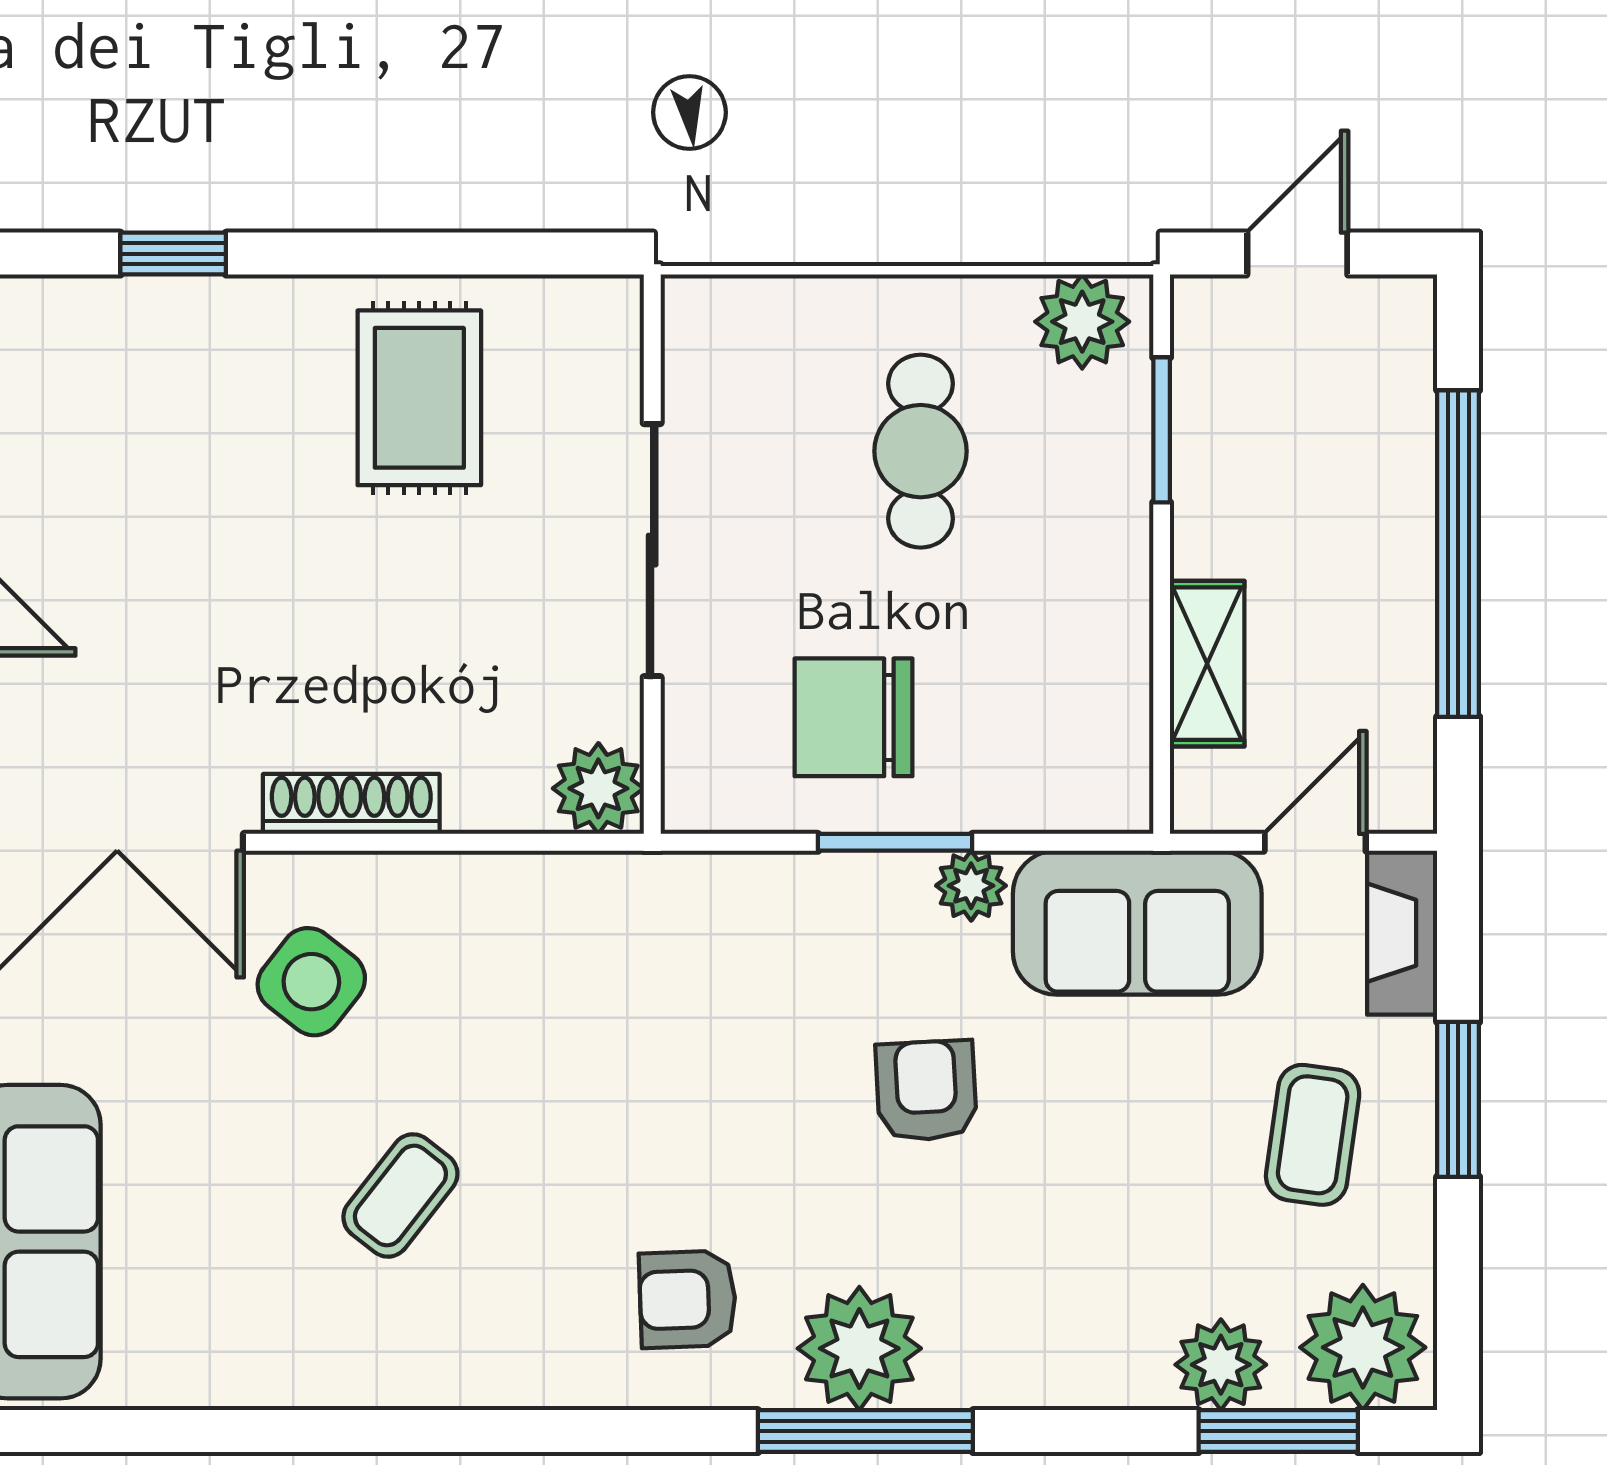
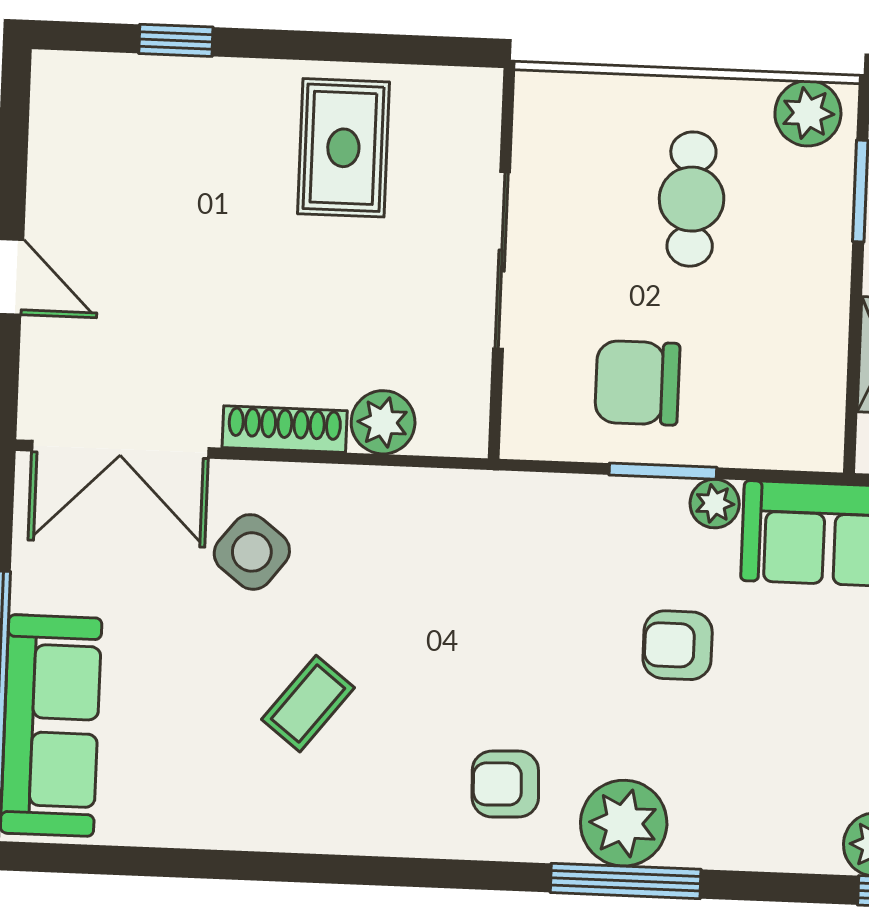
plant: (598, 788) -> (383, 422), moved
armchair: (926, 1091) -> (678, 645), turned -87

